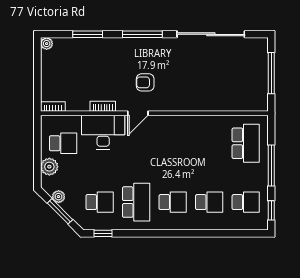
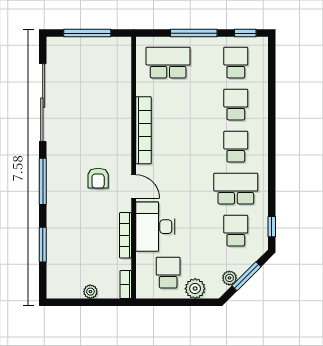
plant: (47, 44) -> (90, 292), moved
bookcase: (103, 106) -> (126, 235), width x1.56
bookcase: (187, 122) -> (143, 130), added

